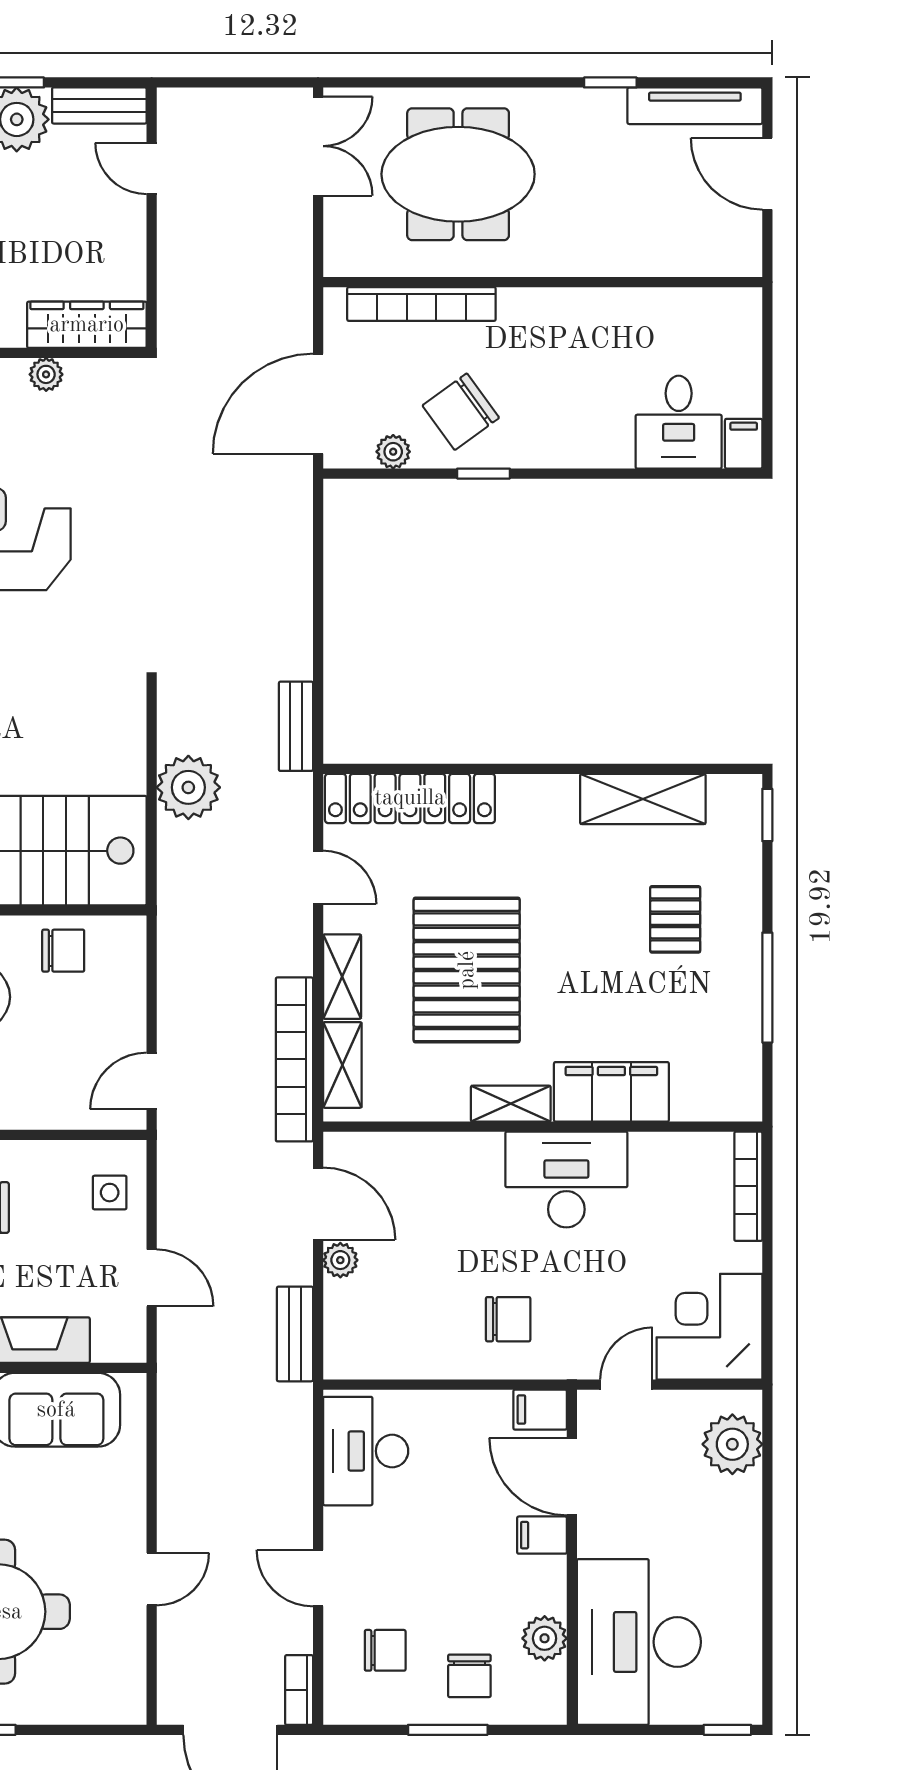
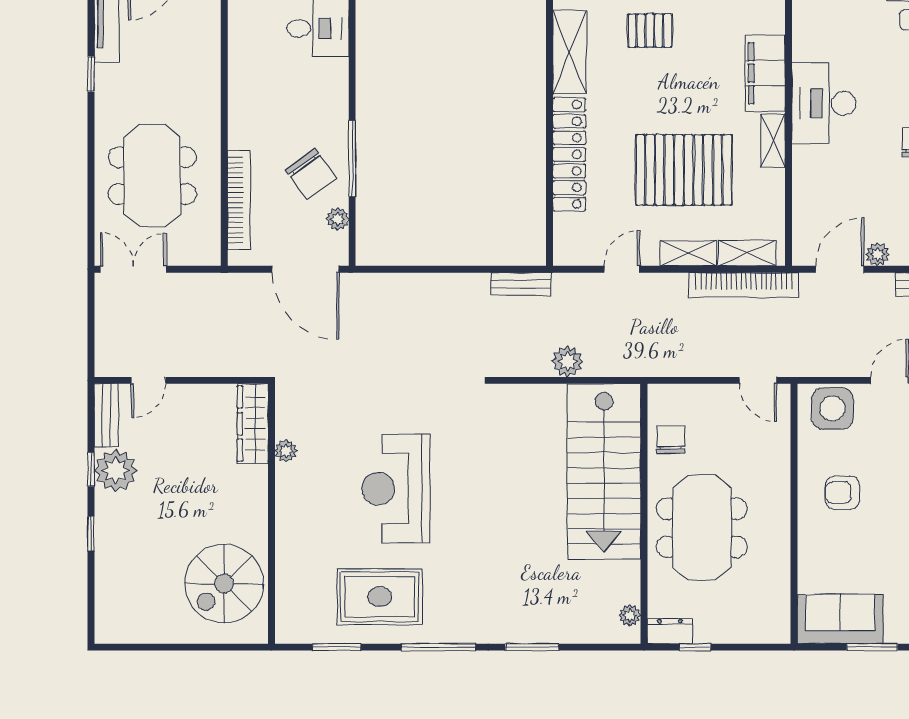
window: (483, 474) -> (352, 159), width x2.17
plant: (188, 787) -> (567, 361), width x0.73, depth x0.73
locker: (410, 798) -> (569, 154), moved
side table: (110, 1193) -> (832, 408), width x1.87, depth x1.87

